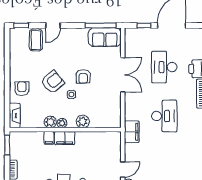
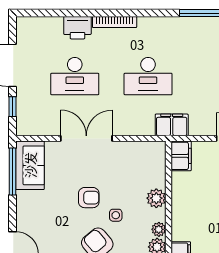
desk: (164, 116) -> (148, 76), turned 180
filing cabinet: (65, 138) -> (181, 156), moved

